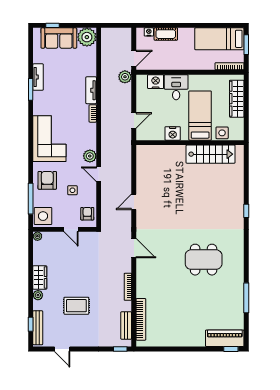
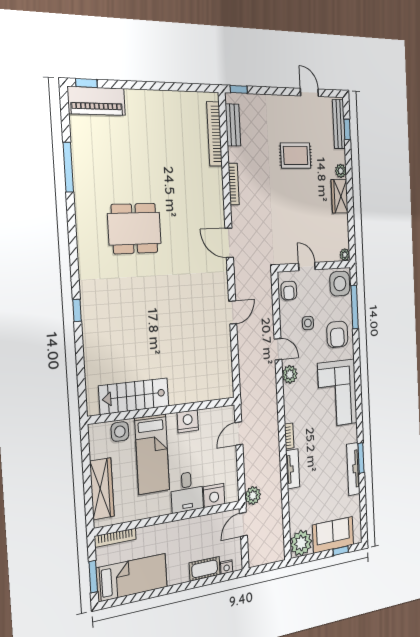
tv unit: (38, 77) -> (353, 469), width x1.41

